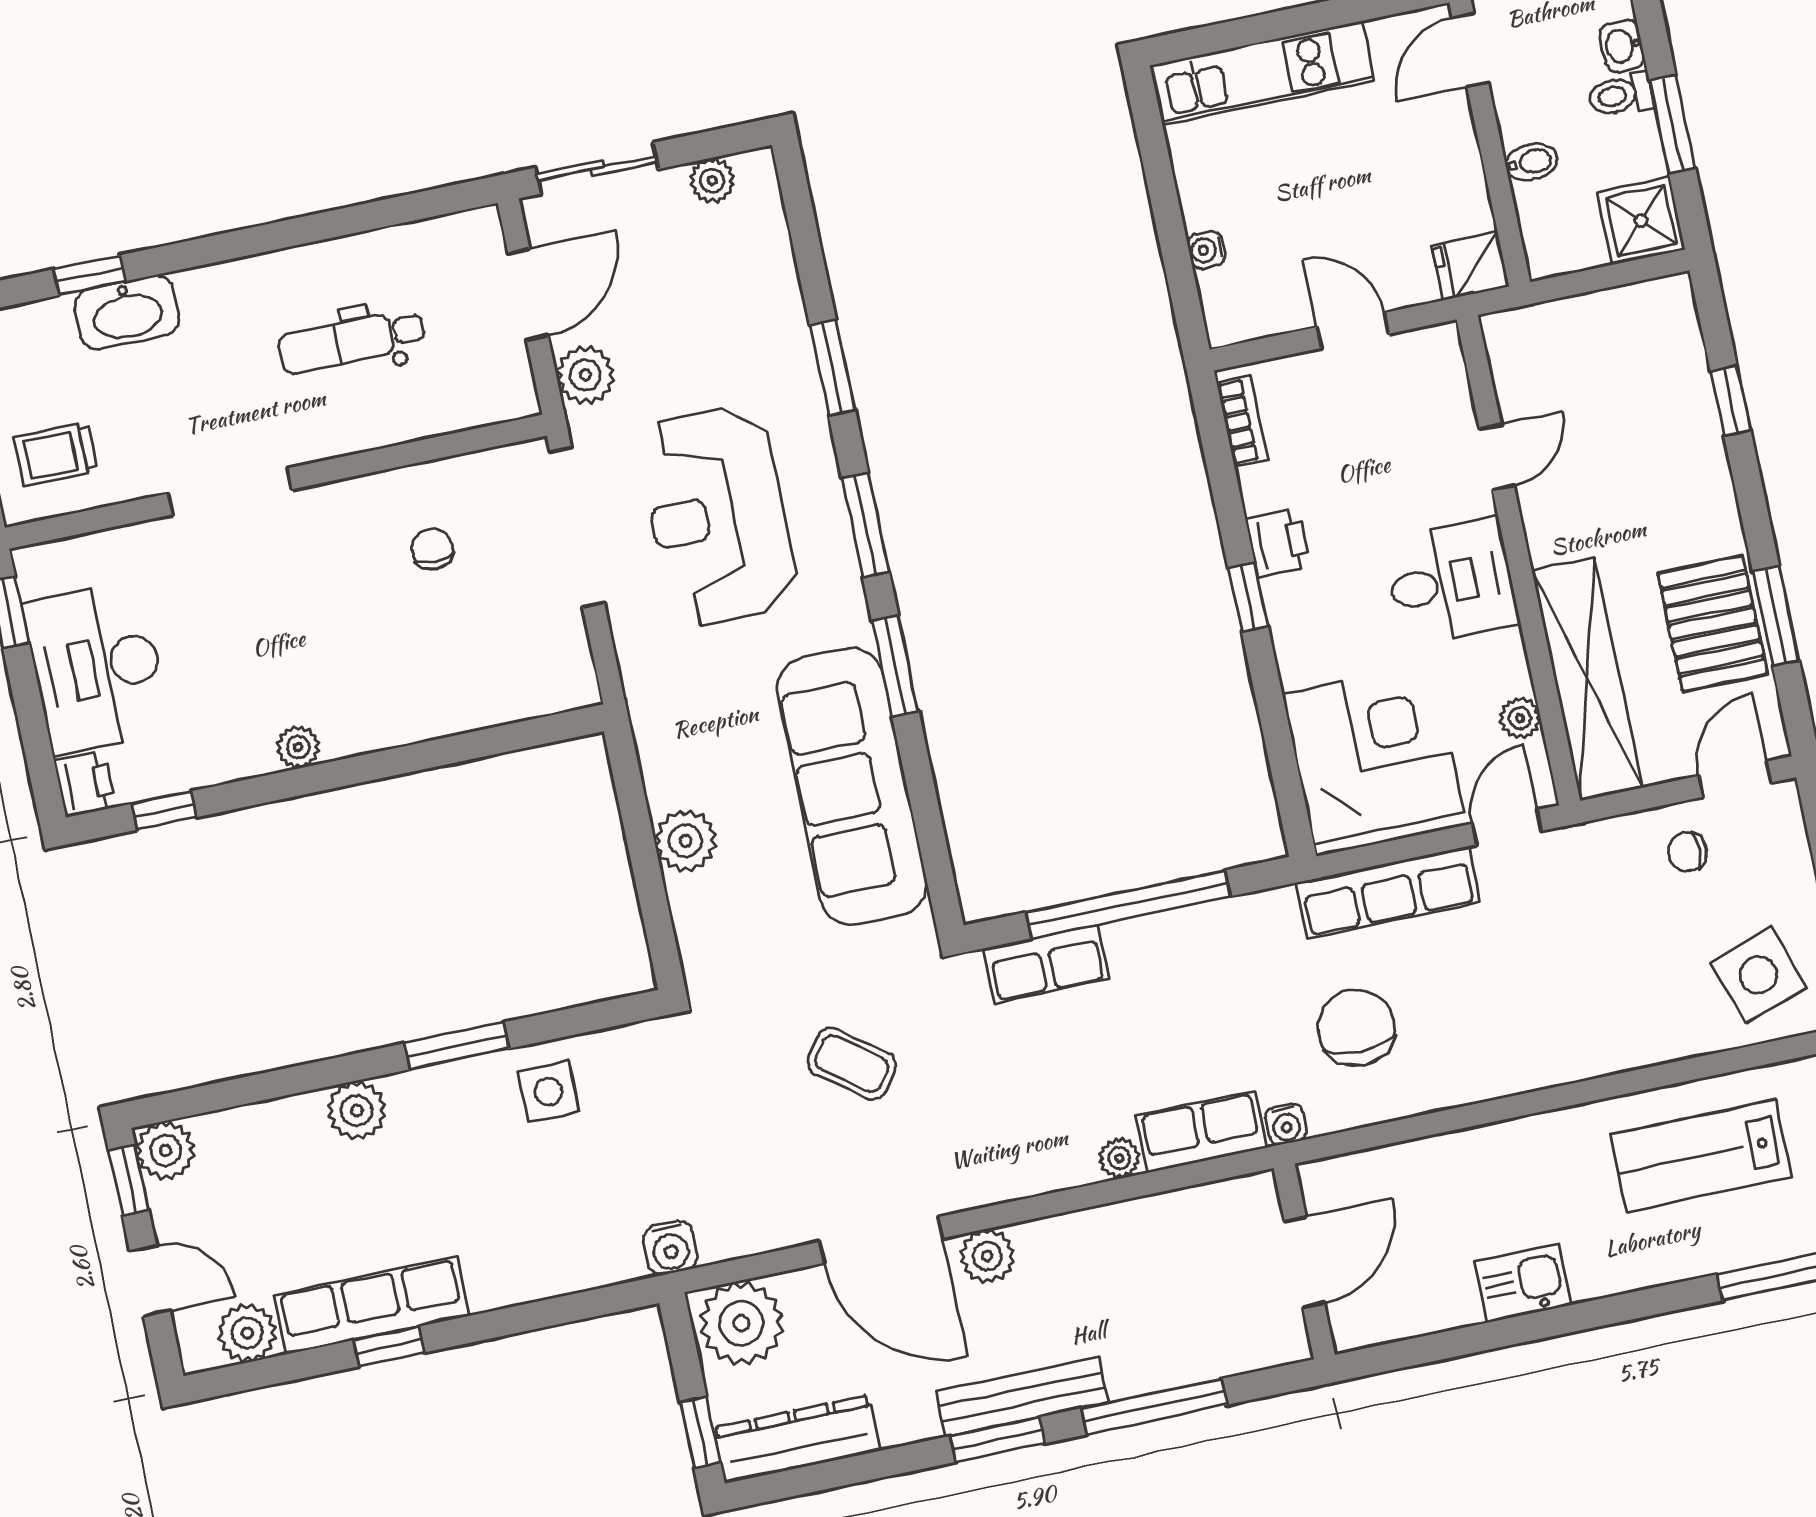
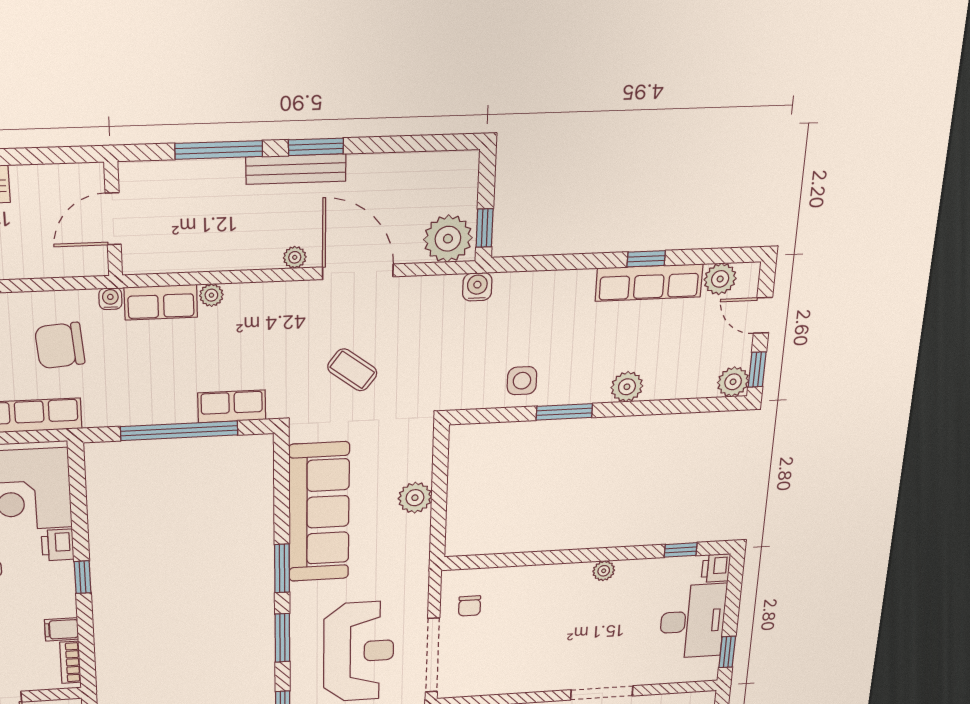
filing cabinet: (1269, 487) -> (62, 629), added
printer: (1278, 543) -> (58, 545), moved
chair: (432, 549) -> (470, 606), moved
chair: (1356, 1028) -> (60, 345), turned 85
plant: (987, 1256) -> (295, 257), width x0.73, depth x0.73
window: (700, 1432) -> (485, 228), moved
dresser: (797, 1439) -> (433, 167), removed

